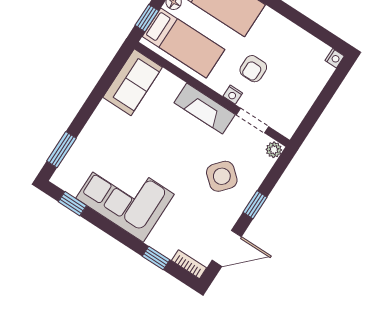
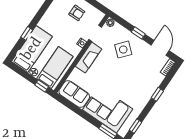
armchair: (253, 69) -> (77, 13), moved
corner sofa: (125, 196) -> (108, 109), moved, turned 90
window: (156, 258) -> (157, 94), moved

